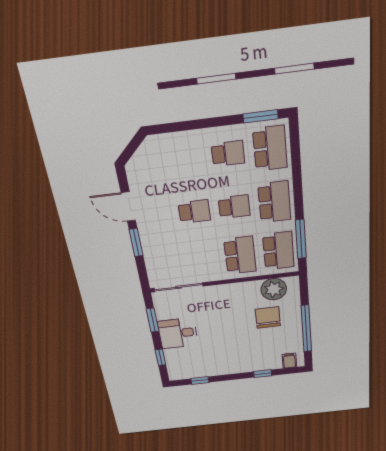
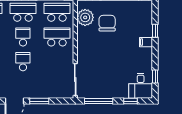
chair: (268, 318) -> (107, 23), turned 90
window: (153, 320) -> (99, 101), width x1.44
desk: (178, 333) -> (141, 86), moved
filing cabinet: (289, 361) -> (146, 42), moved

